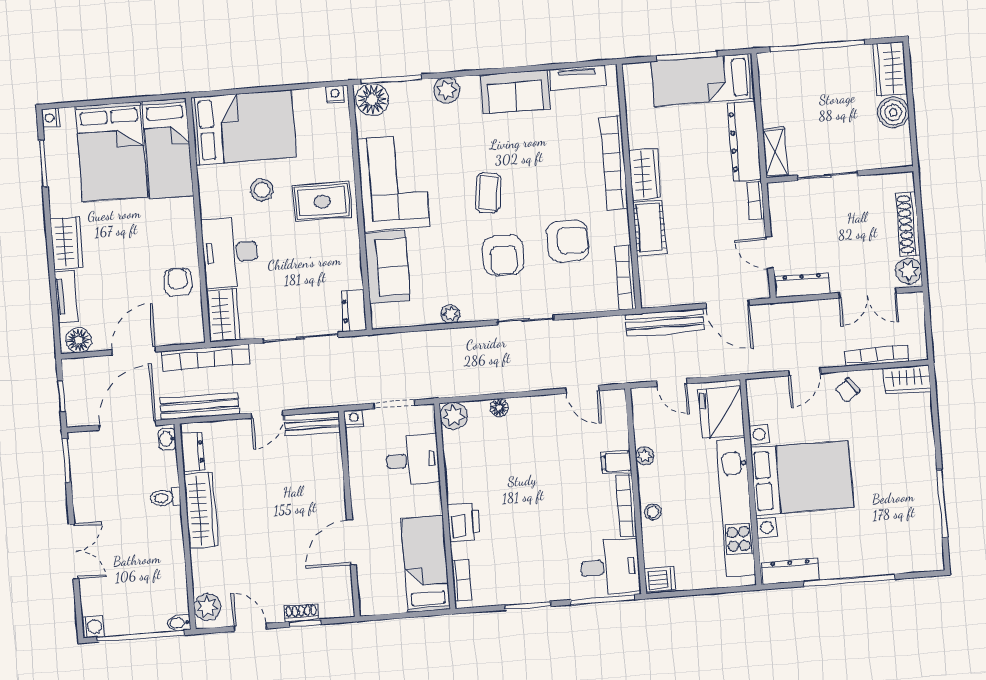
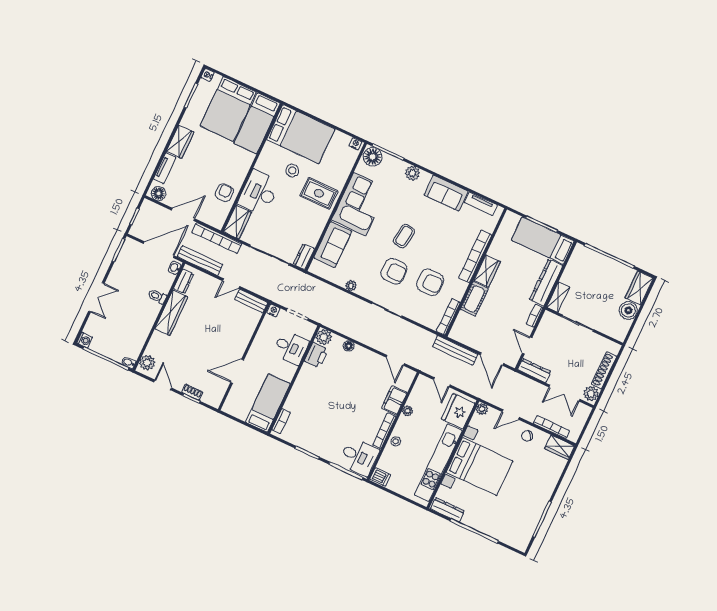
armchair: (503, 255) -> (394, 271), turned -90
plant: (756, 388) -> (482, 409), added
filing cabinet: (616, 462) -> (394, 400), width x2.00
printer: (464, 523) -> (316, 355), moved

